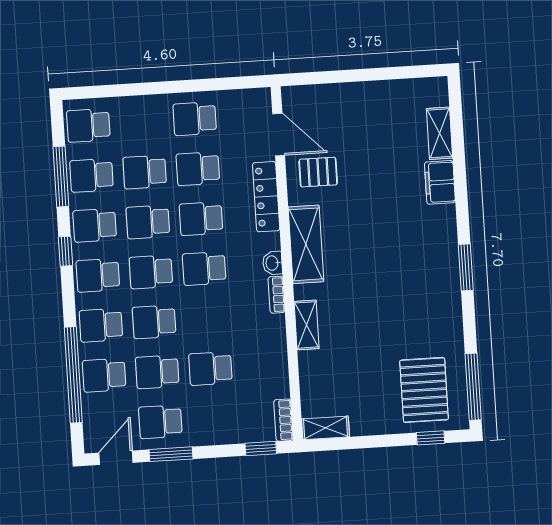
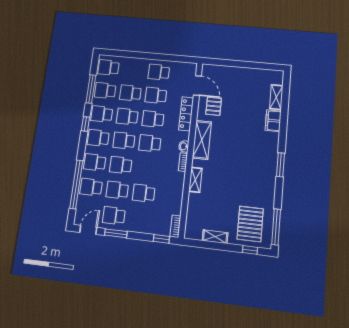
pallet: (318, 172) -> (214, 106), turned 90
shelving: (325, 428) -> (215, 237), moved

